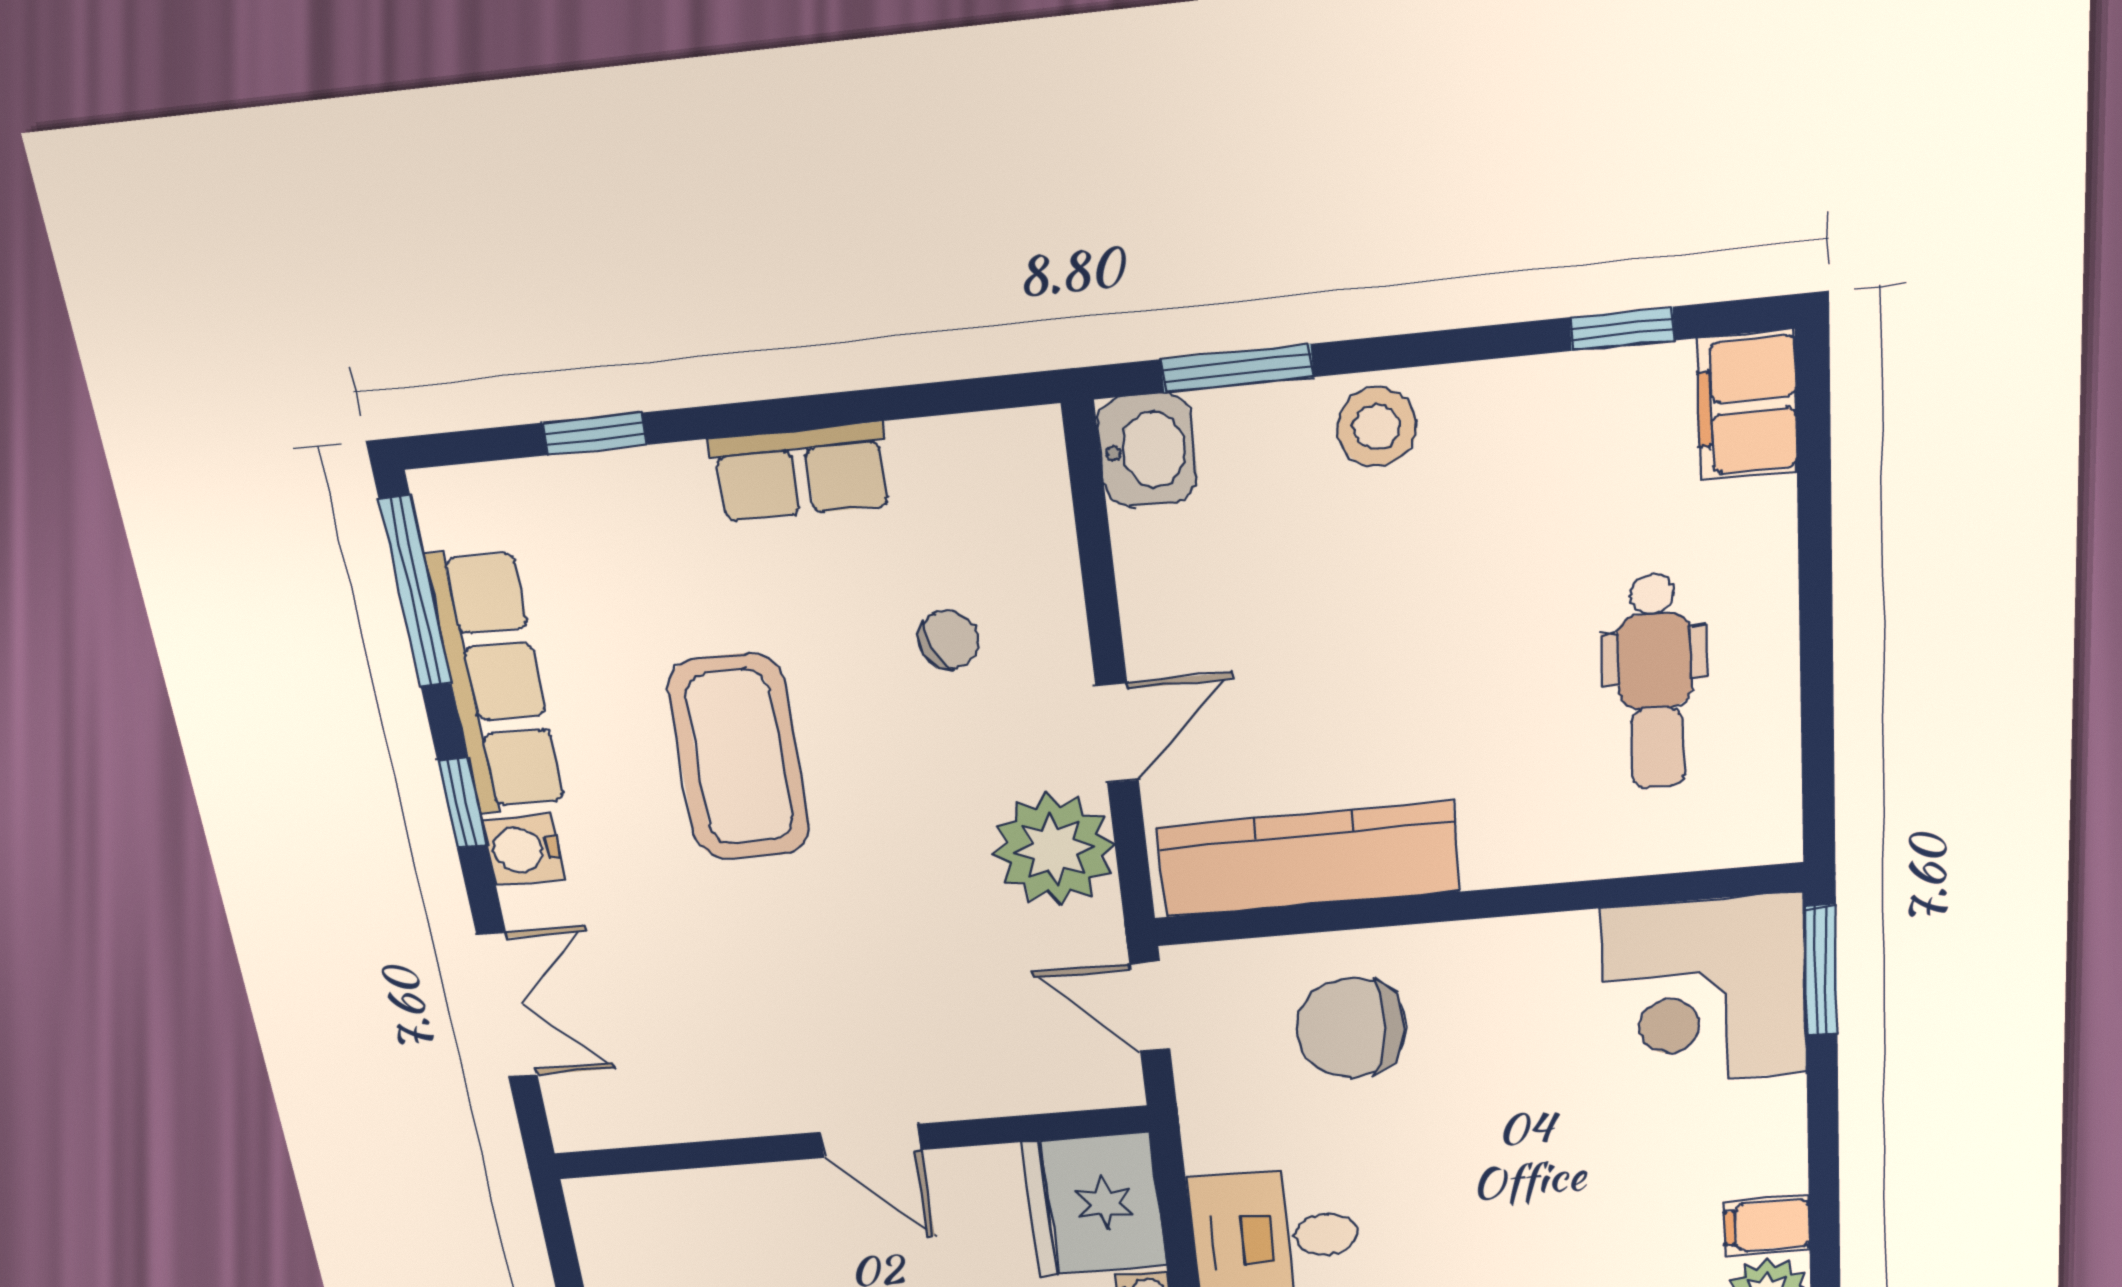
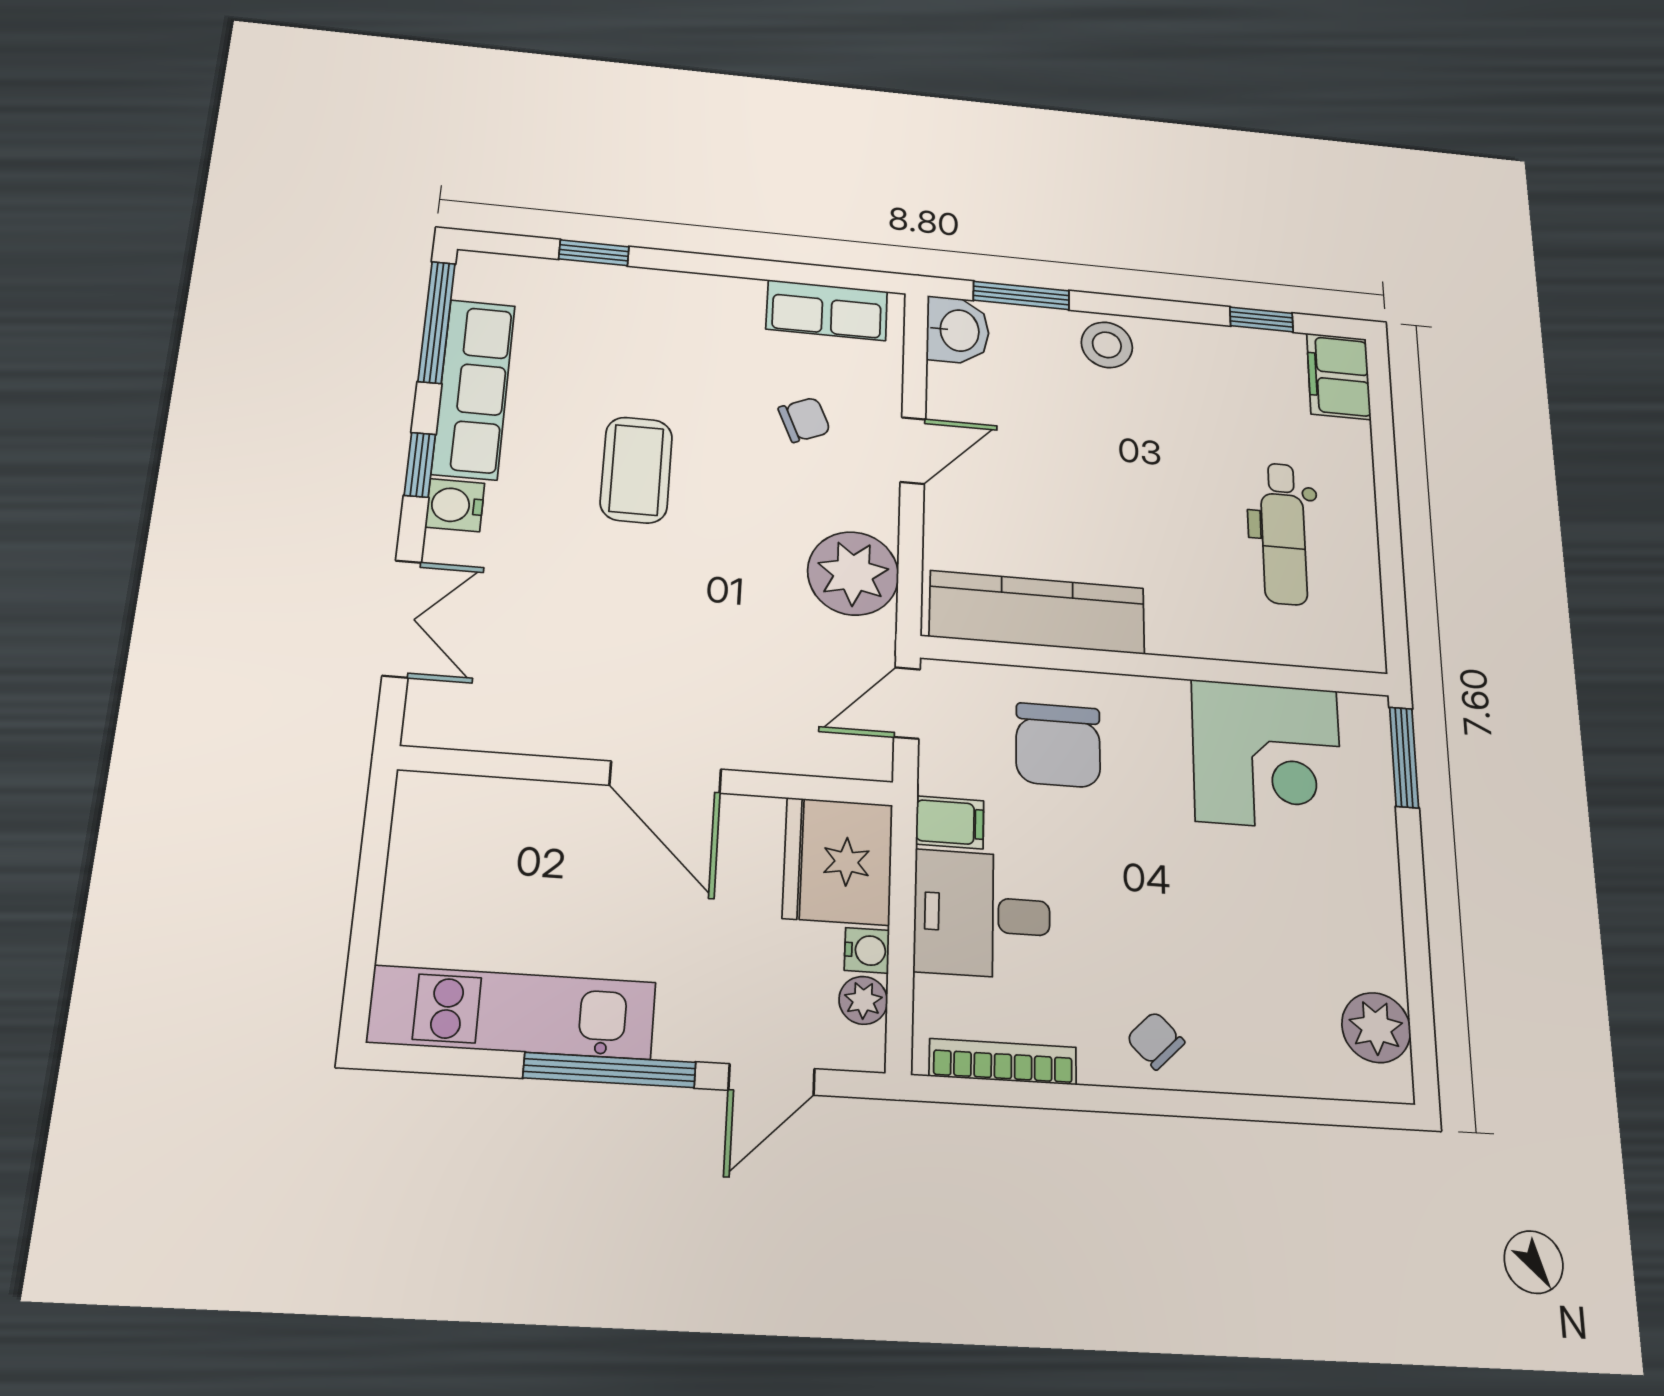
row of seats: (801, 472) -> (827, 310), moved
door: (1117, 733) -> (913, 450), moved
coffee table: (739, 758) -> (636, 470), width x0.73, depth x0.76
corner desk: (1704, 991) -> (1267, 755), moved, turned -90
door: (1150, 1006) -> (907, 703), hinge flipped
chair: (1351, 1028) -> (1058, 745), turned -95
door: (870, 1141) -> (665, 777), width x1.38
filing cabinet: (1767, 1226) -> (950, 822), moved, turned 180

